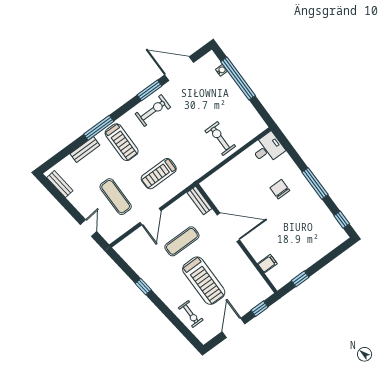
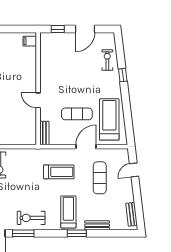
window: (99, 128) -> (77, 233), width x0.69
door: (228, 227) -> (38, 100), width x0.53
filing cabinet: (267, 264) -> (30, 41), moved
window: (300, 279) -> (15, 29), removed
treadmill: (204, 281) -> (109, 119), moved
window: (143, 287) -> (123, 75), moved

